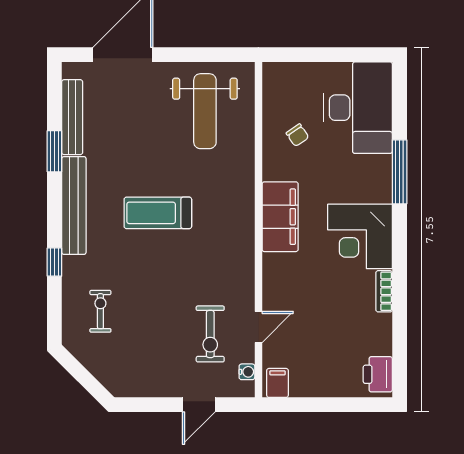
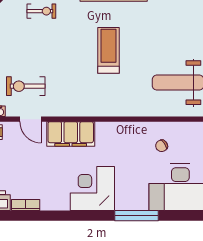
filing cabinet: (280, 217) -> (71, 134), moved
bookcase: (384, 291) -> (26, 205), moved

